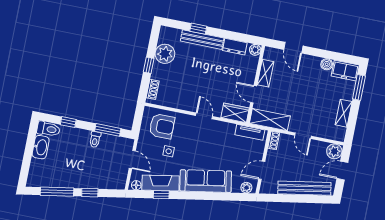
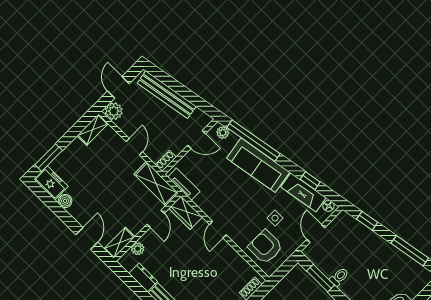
plant: (255, 50) -> (138, 249), moved
shelving: (265, 73) -> (119, 243), moved
shelving: (344, 113) -> (93, 130), moved
door: (342, 171) -> (118, 87), swing flipped
window: (90, 193) -> (367, 221), moved
window: (221, 196) -> (253, 141), added

